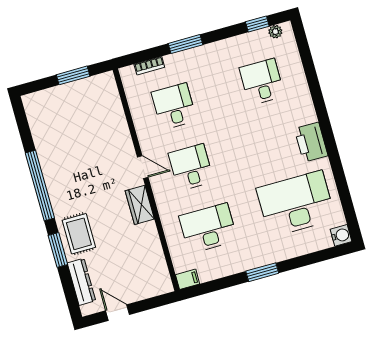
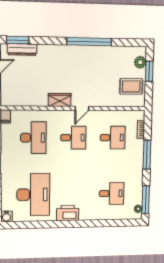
window: (257, 24) -> (146, 200), width x2.17
window: (185, 44) -> (147, 155), width x1.44
window: (73, 75) -> (149, 71), moved
plant: (47, 98) -> (140, 62), added
rug: (79, 234) -> (131, 86), moved
window: (58, 250) -> (18, 40), moved

